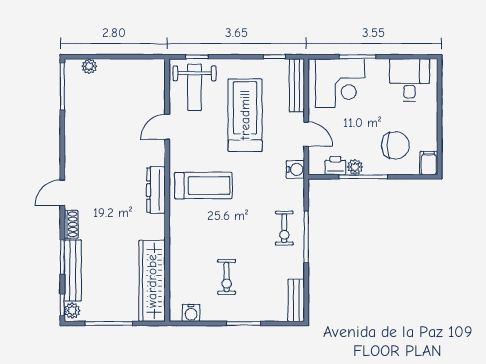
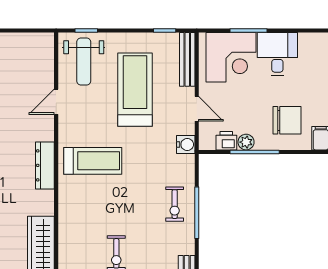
desk: (409, 80) -> (277, 54), moved

